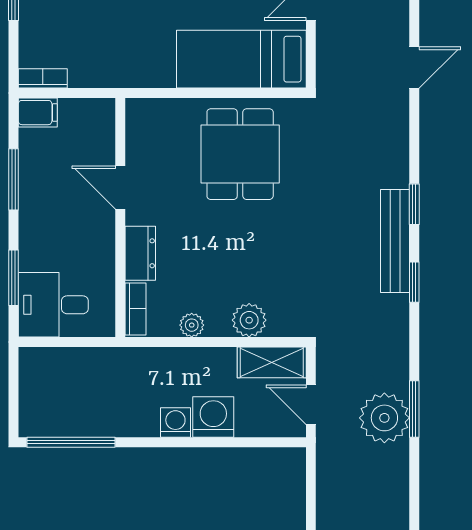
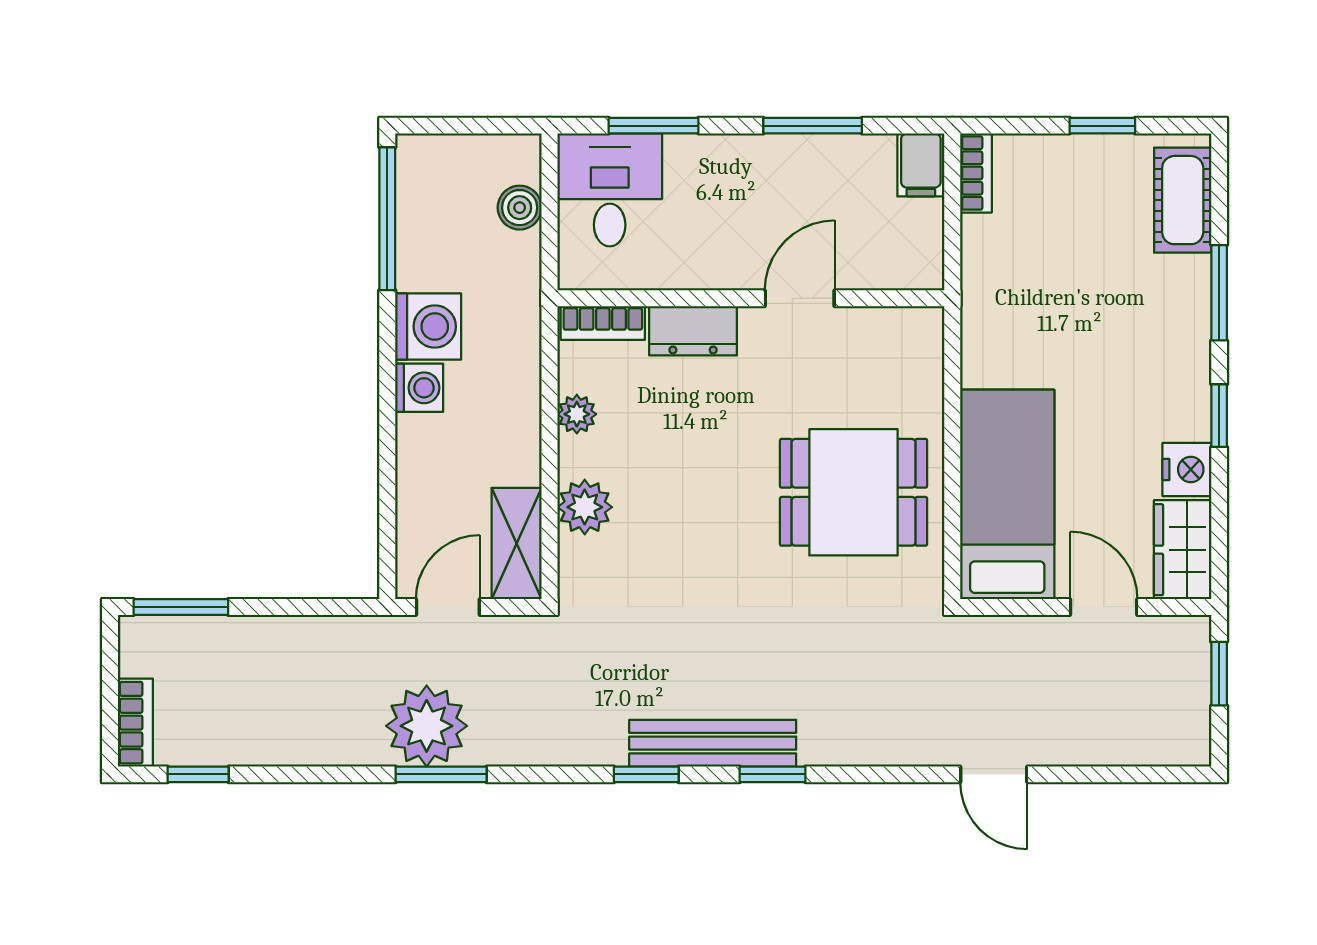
boiler: (64, 360) -> (520, 208), added
washing machine: (213, 417) -> (428, 327), moved

